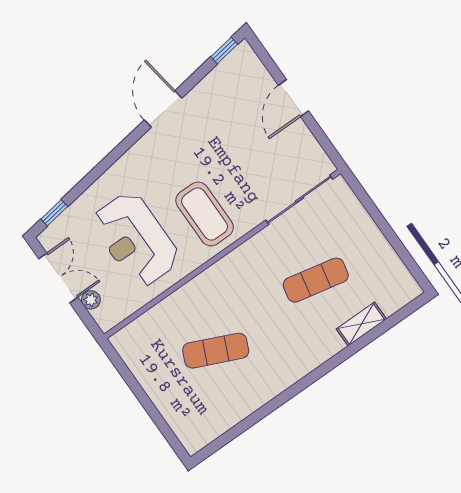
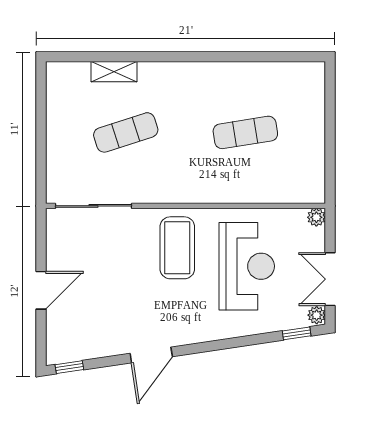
plant: (48, 240) -> (317, 315), added
exercise mat: (316, 280) -> (126, 132), turned -30
plant: (91, 300) -> (316, 217), moved
exercise mat: (216, 351) -> (245, 132), turned -33

